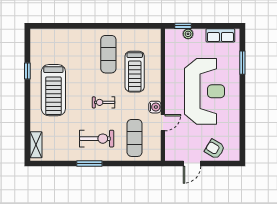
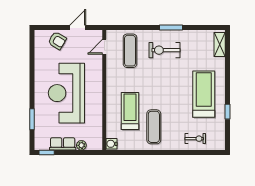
window: (183, 26) -> (47, 153), moved
row of seats: (220, 35) -> (63, 144), moved
exercise bike: (104, 102) -> (195, 139), moved
water cooler: (155, 107) -> (112, 144), moved
door: (163, 123) -> (104, 47), moved

